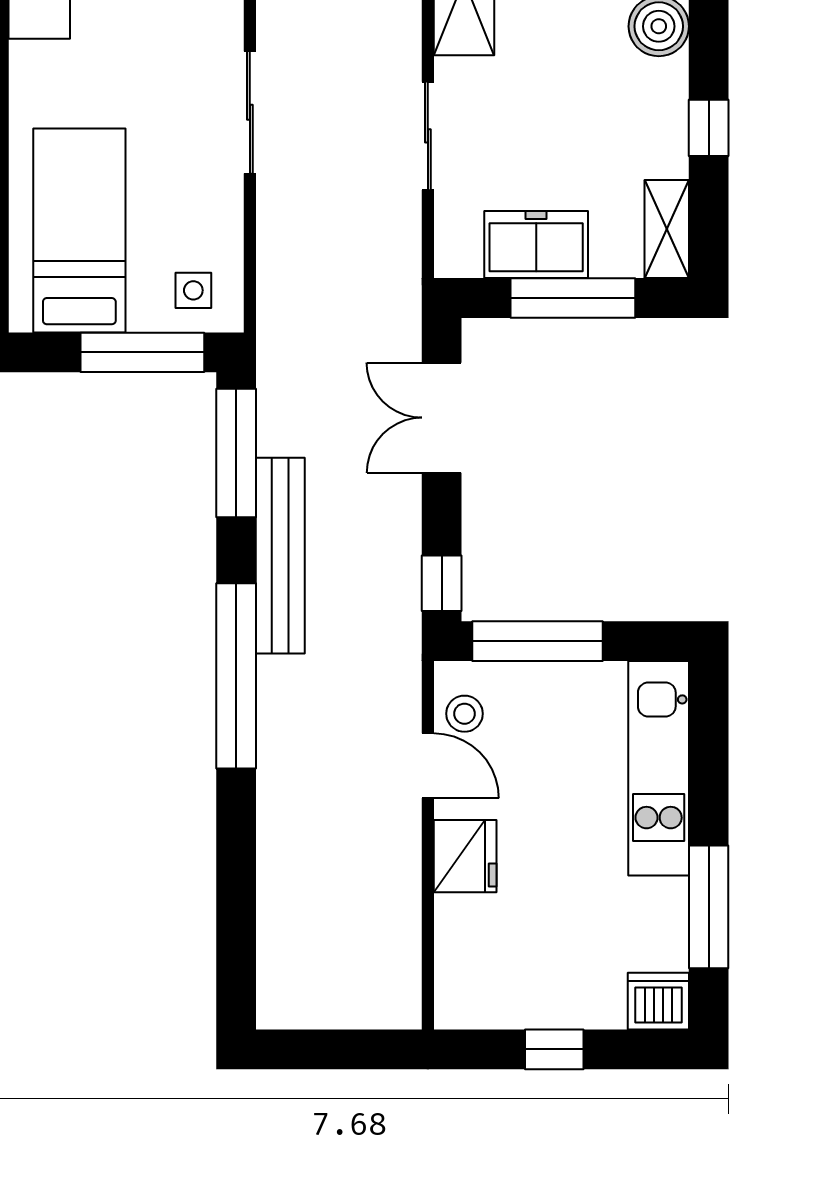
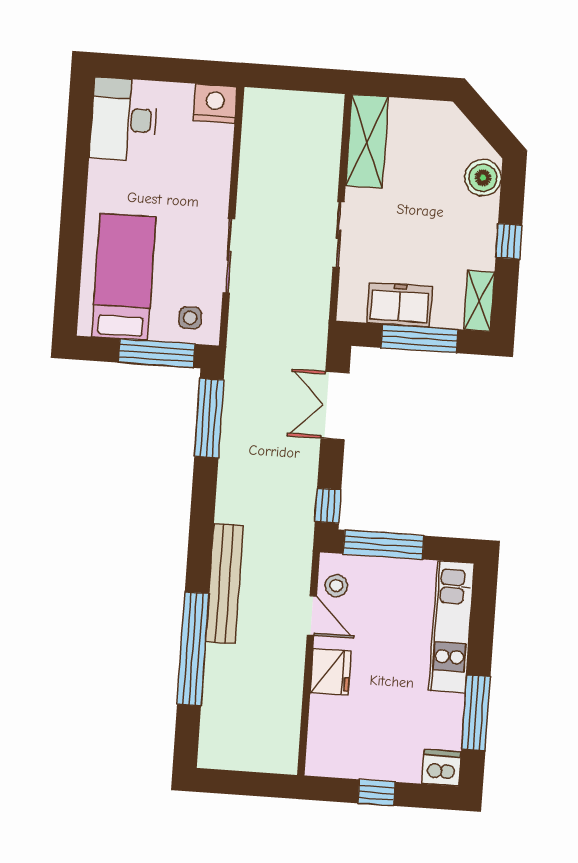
sliding door: (250, 112) -> (229, 256), moved
bench: (280, 556) -> (224, 583), moved
window: (236, 676) -> (193, 649), moved

